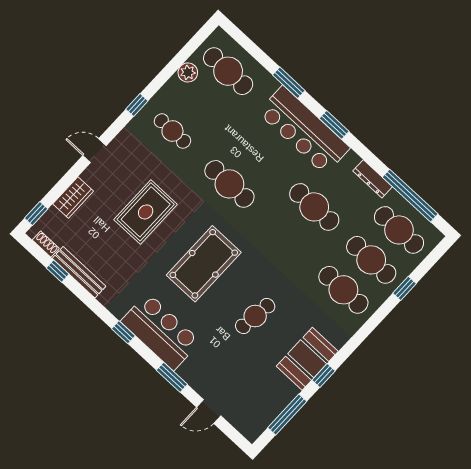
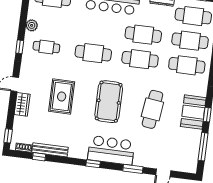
plant: (188, 72) -> (32, 25), moved
wardrobe: (73, 198) -> (22, 104), moved
cafe table: (286, 237) -> (140, 59), added
cafe table: (255, 316) -> (152, 109), width x1.37, depth x1.35

